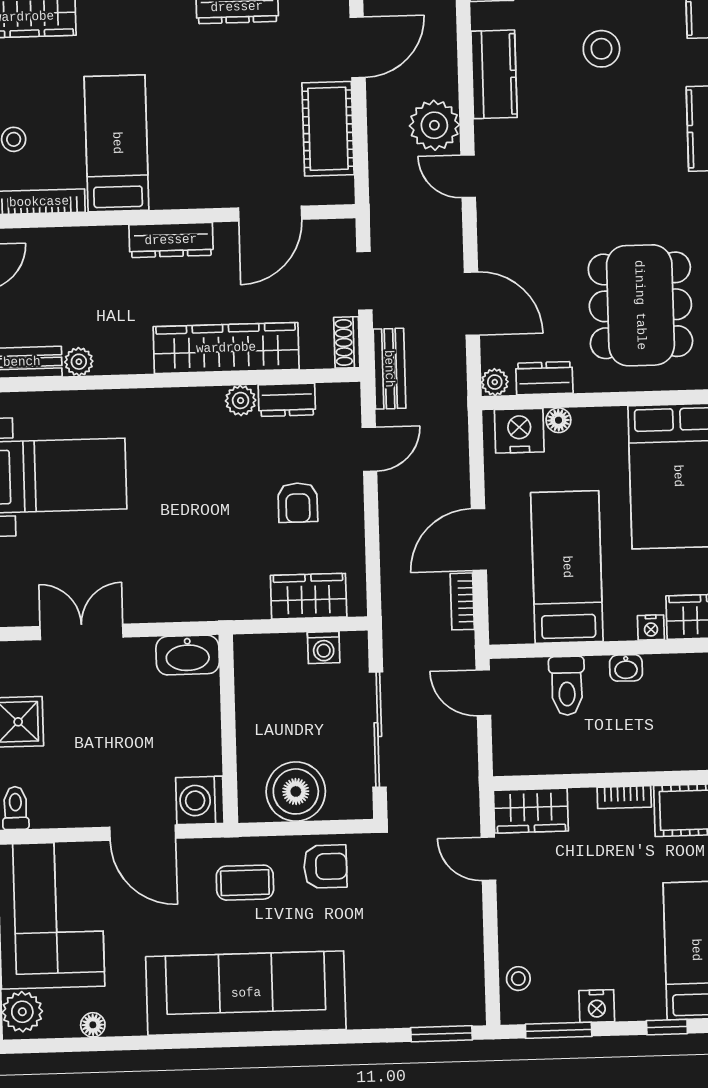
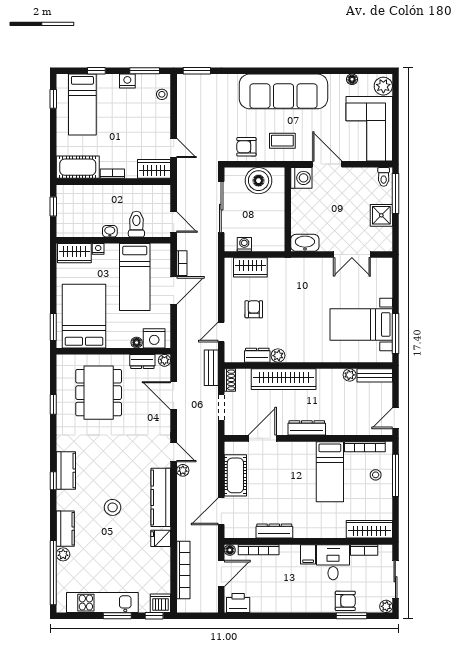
kitchen counter: (494, 74) -> (161, 497), width x1.50
plant: (434, 125) -> (183, 470), width x0.53, depth x0.53

